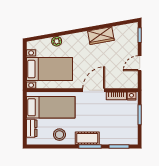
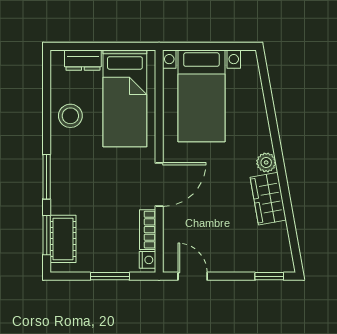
plant: (57, 41) -> (266, 162), moved
door: (140, 63) -> (193, 276), moved
door: (94, 90) -> (159, 184), hinge flipped
cot: (87, 138) -> (63, 239), moved

